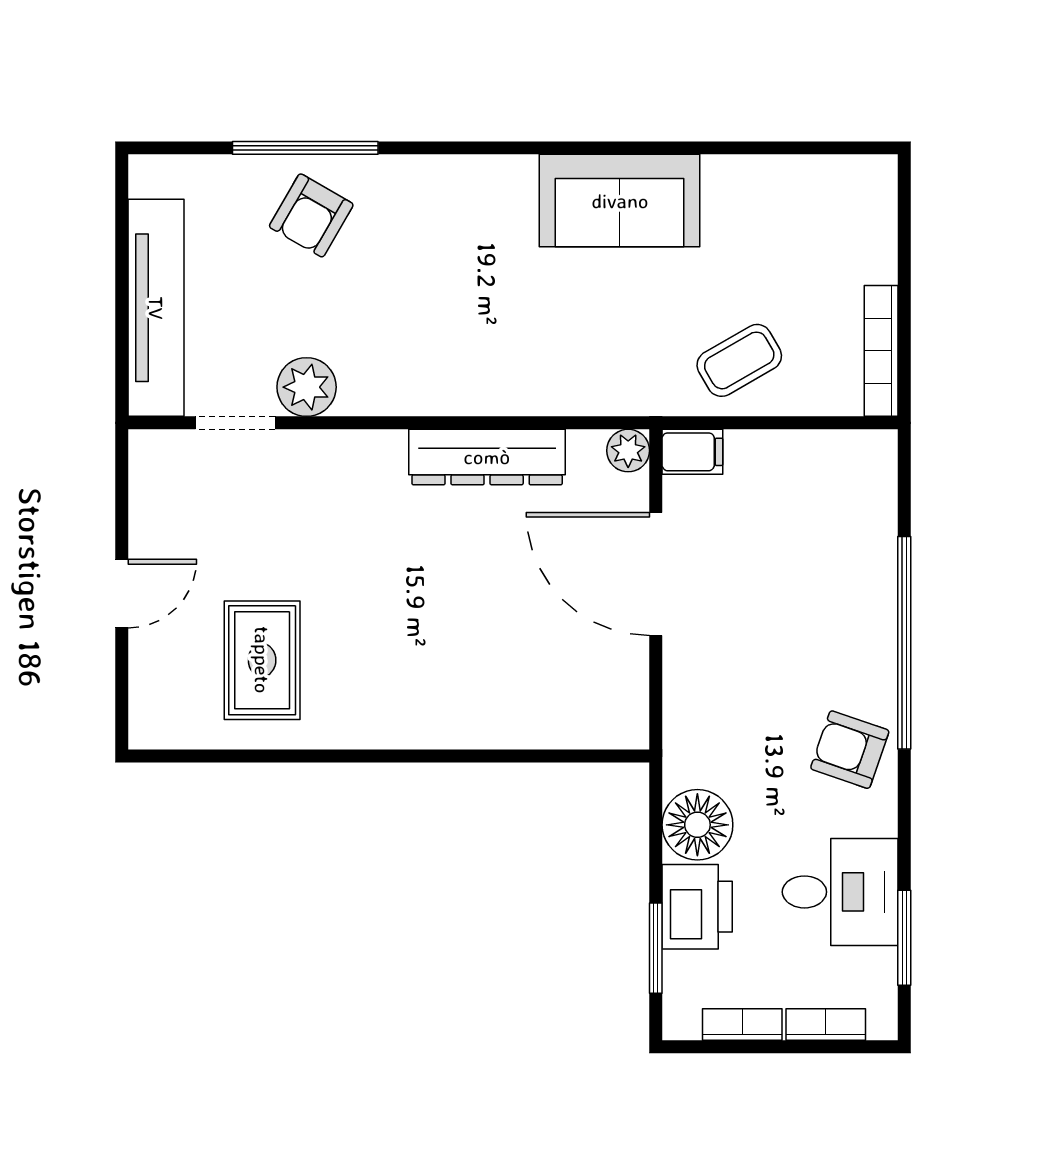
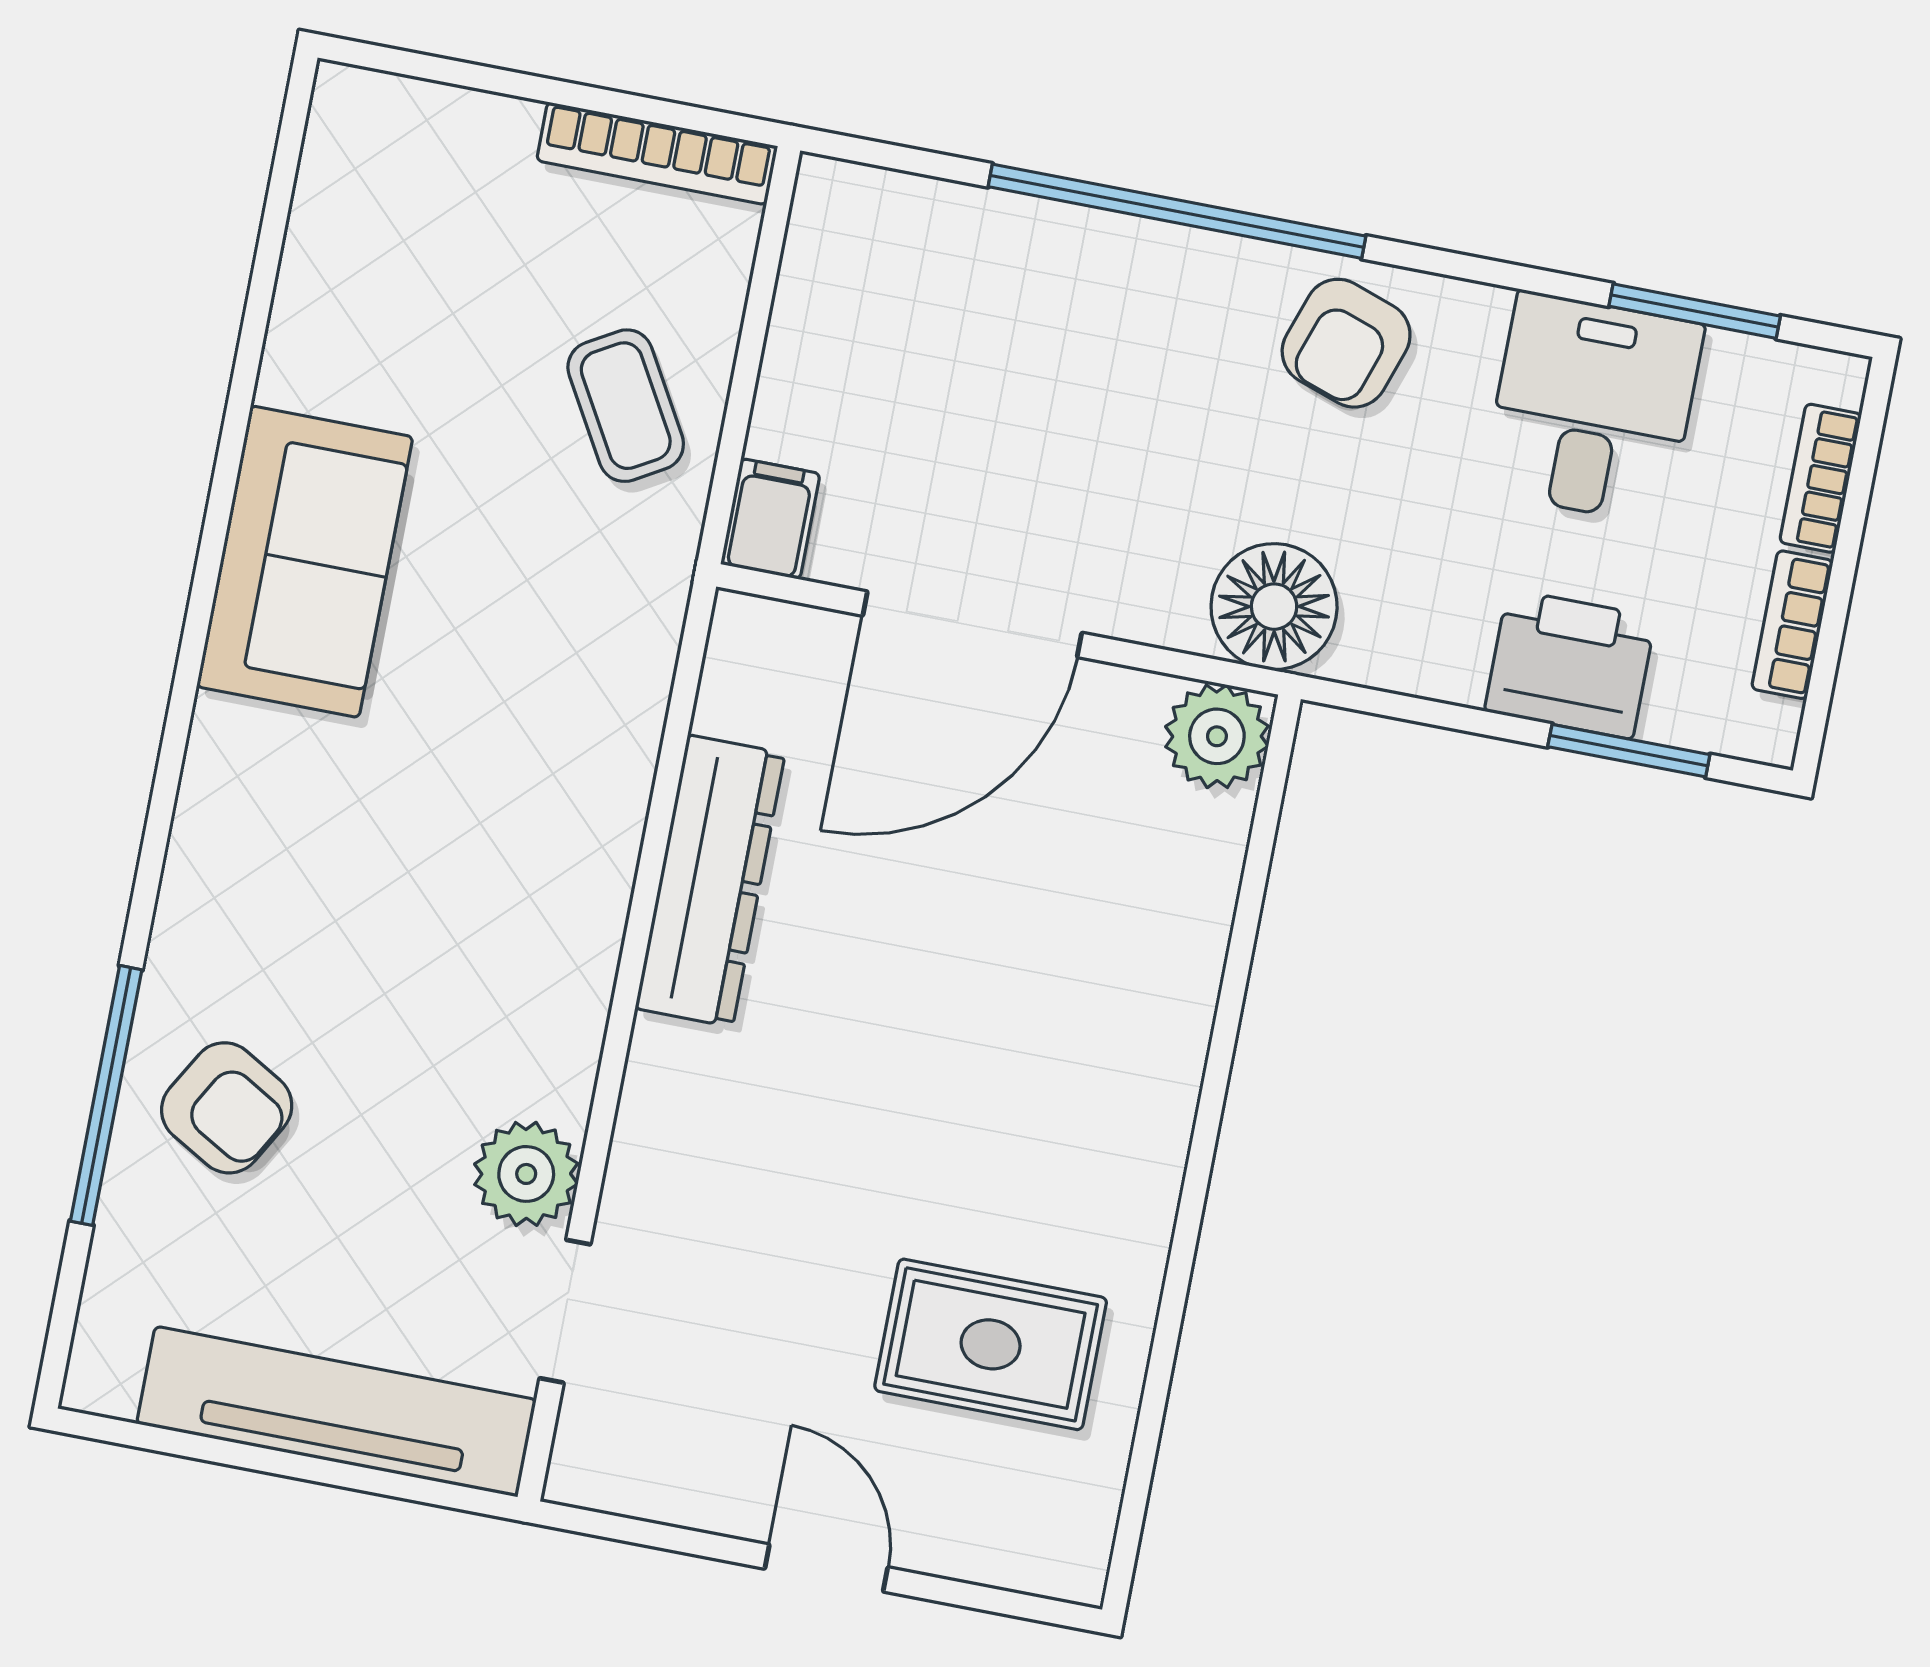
plant: (628, 451) -> (1217, 736), moved, width x1.38, depth x1.38
floor lamp: (697, 825) -> (1274, 607), moved

